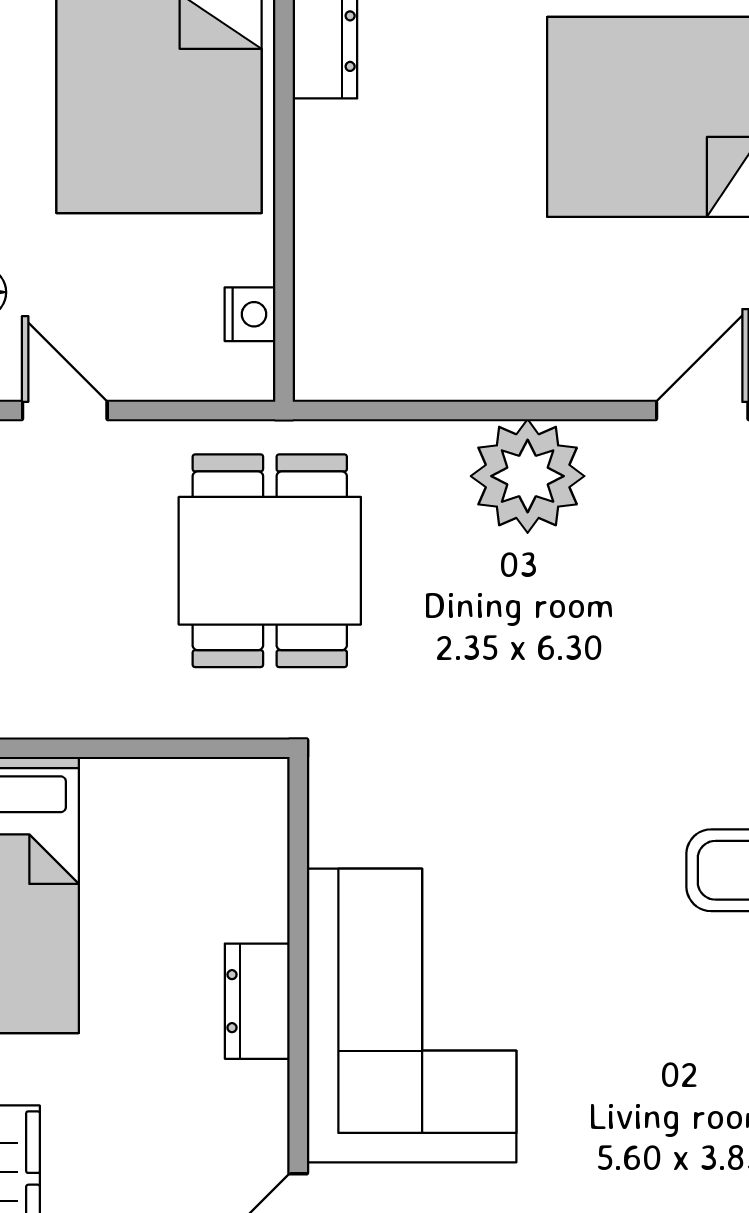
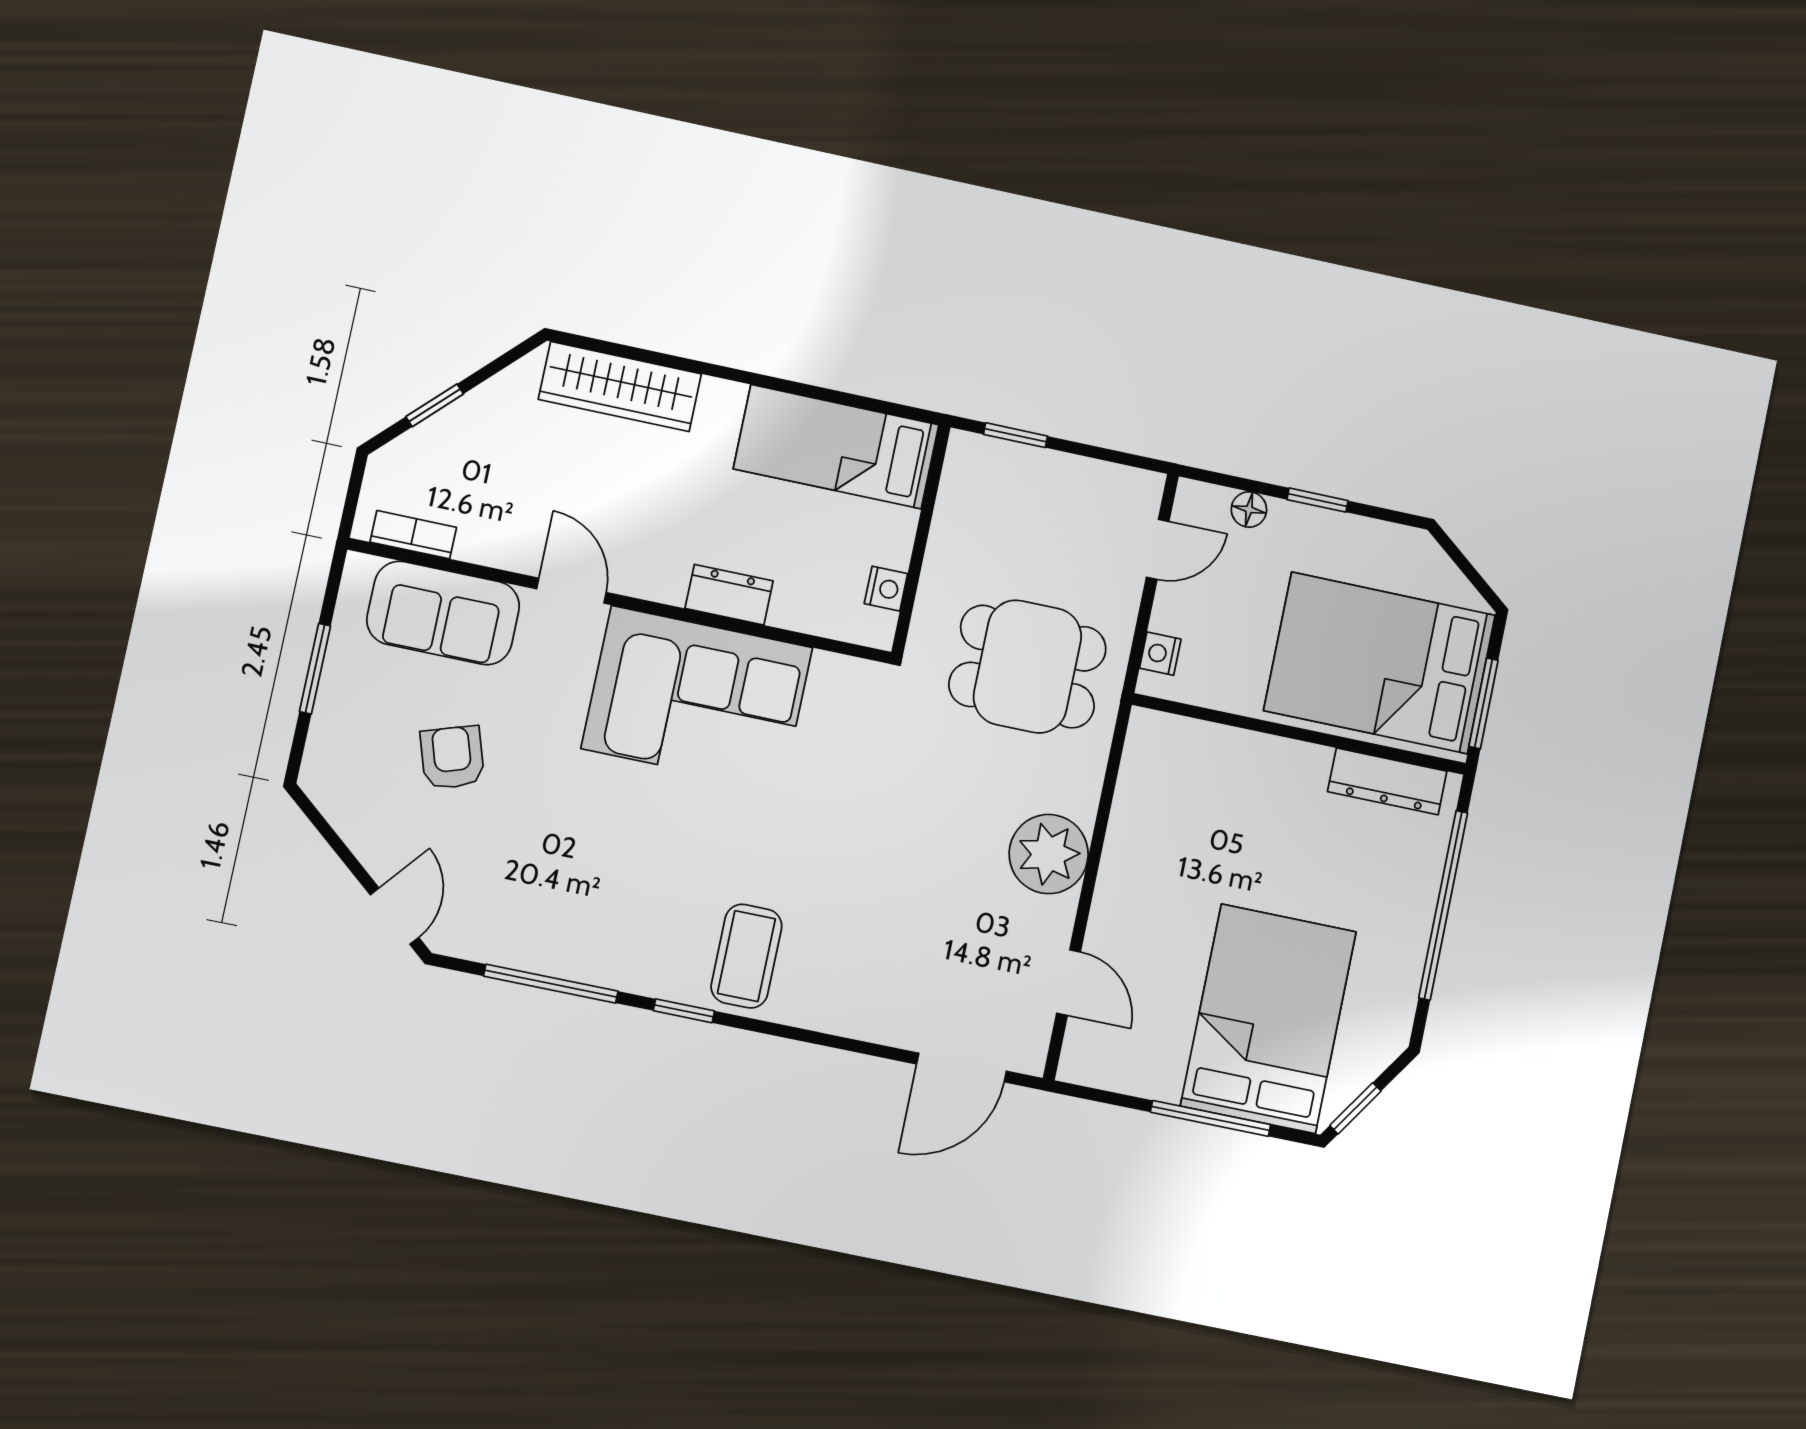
nightstand: (250, 314) -> (1160, 654), moved, turned 90
nightstand: (202, 783) -> (886, 589), added

